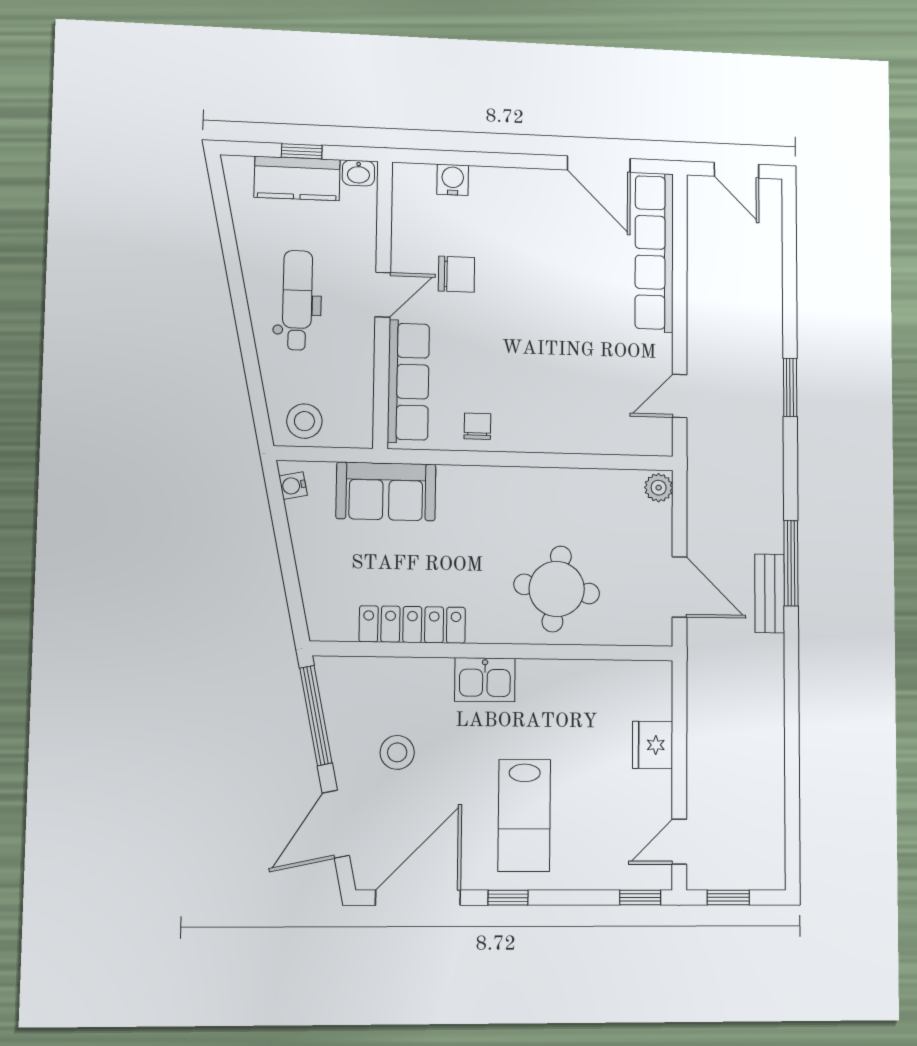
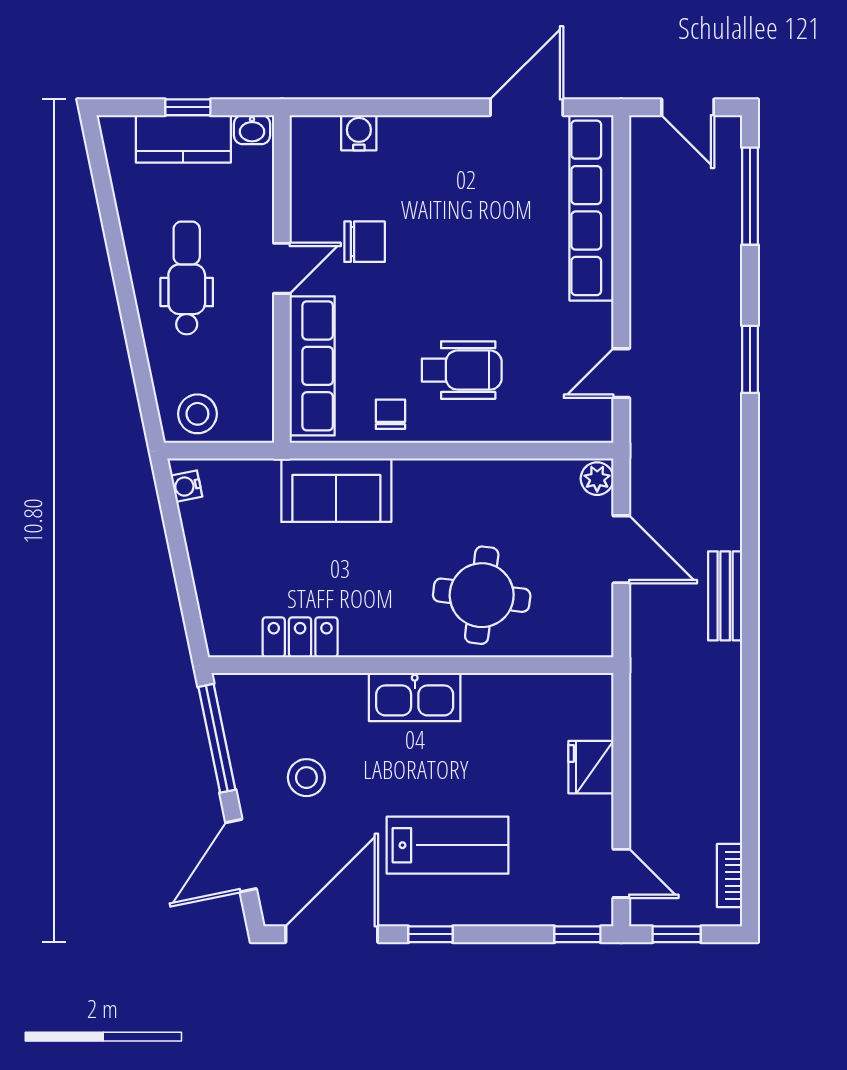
door: (599, 164) -> (527, 107), swing flipped
wheelchair: (541, 389) -> (462, 370), added
sofa: (386, 491) -> (336, 490), moved
window: (791, 563) -> (750, 196), moved
door: (679, 587) -> (621, 549), moved
locker: (412, 624) -> (300, 637), width x0.66
kitchen sink: (485, 680) -> (415, 697), width x1.38
lab bench: (524, 815) -> (448, 845), turned -90
door: (679, 842) -> (621, 873), swing flipped
bookcase: (775, 844) -> (730, 876), added

